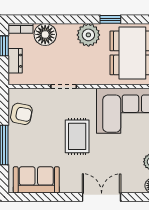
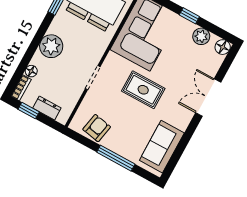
floor lamp: (45, 34) -> (31, 71), width x0.53, depth x0.53
plant: (88, 35) -> (51, 46), moved

